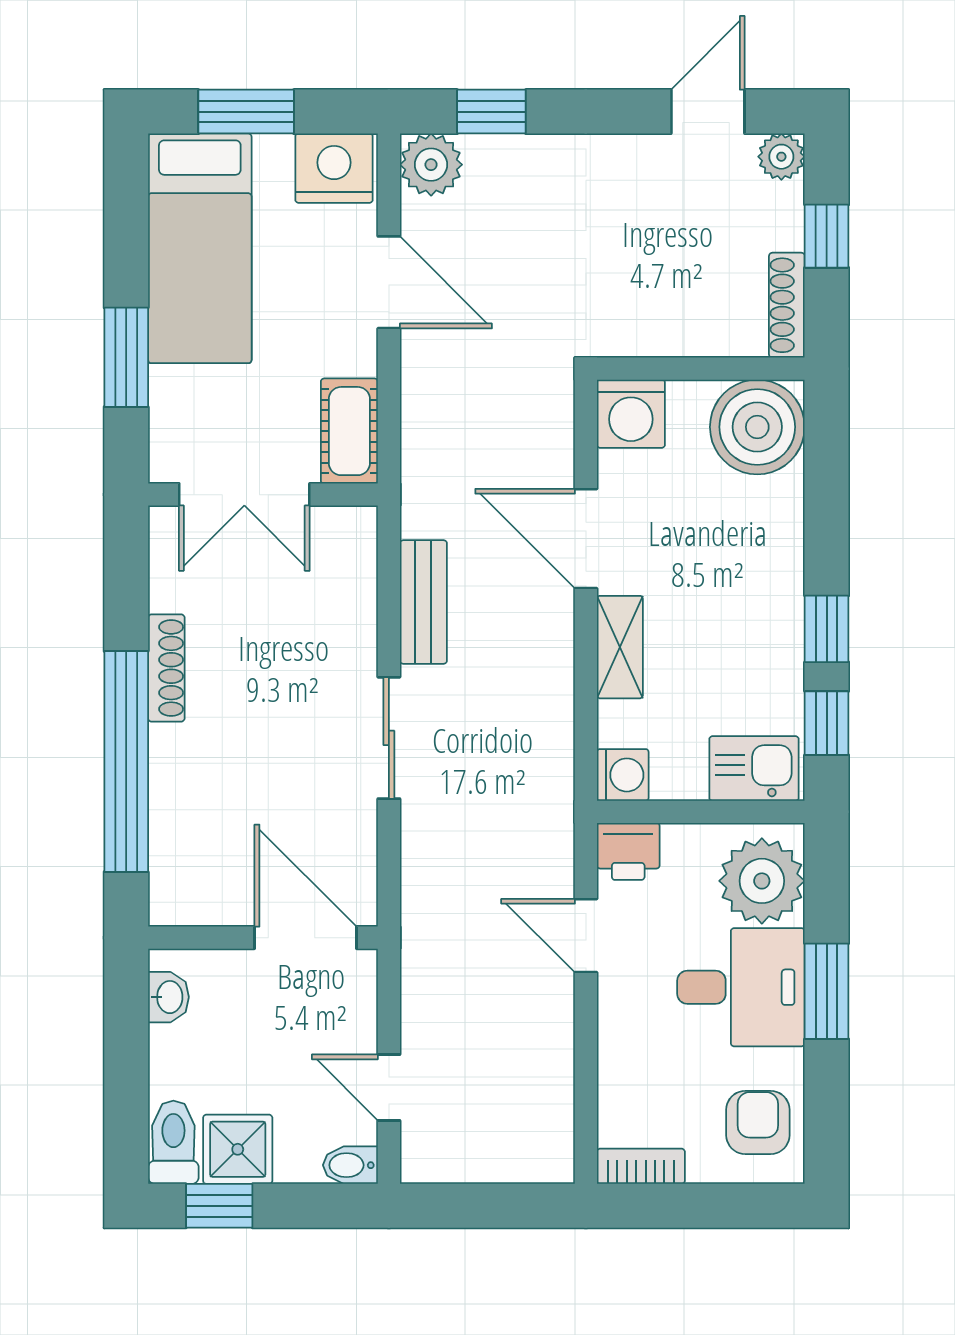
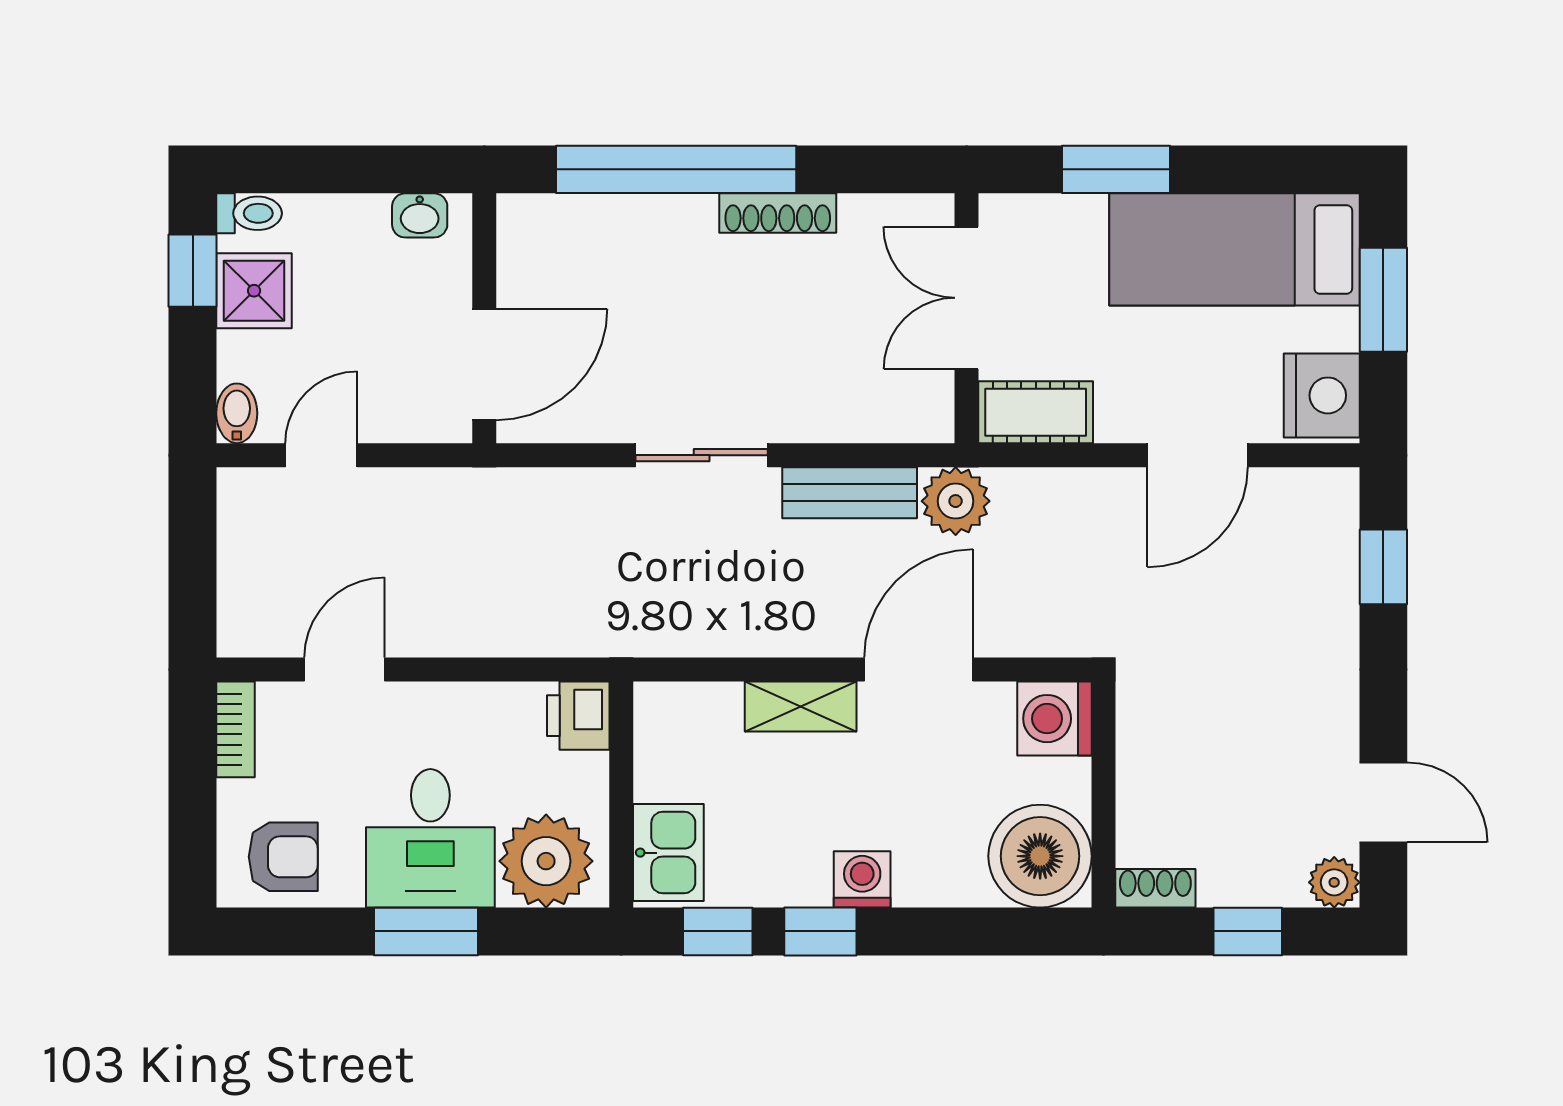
plant: (431, 165) -> (956, 501), moved
shoe rack: (787, 305) -> (1155, 888), width x0.70
washing machine: (623, 775) -> (862, 879), moved, turned 180
door: (586, 936) -> (345, 670), moved
toilet: (173, 1142) -> (249, 213), width x0.73, depth x0.72

